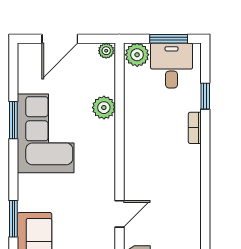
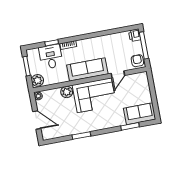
desk: (172, 66) -> (51, 57), moved, turned 90
corner sofa: (46, 133) -> (94, 95), moved, turned 180
sofa: (140, 156) -> (87, 69), added
door: (120, 214) -> (118, 74), swing flipped

